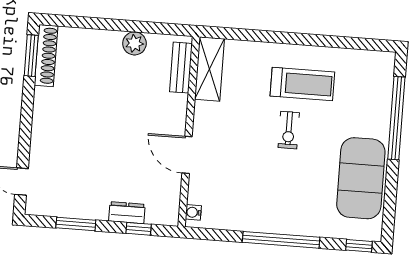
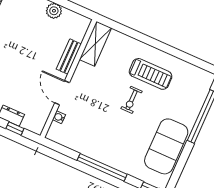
bench: (181, 68) -> (69, 57), moved
water cooler: (193, 212) -> (59, 117), moved

